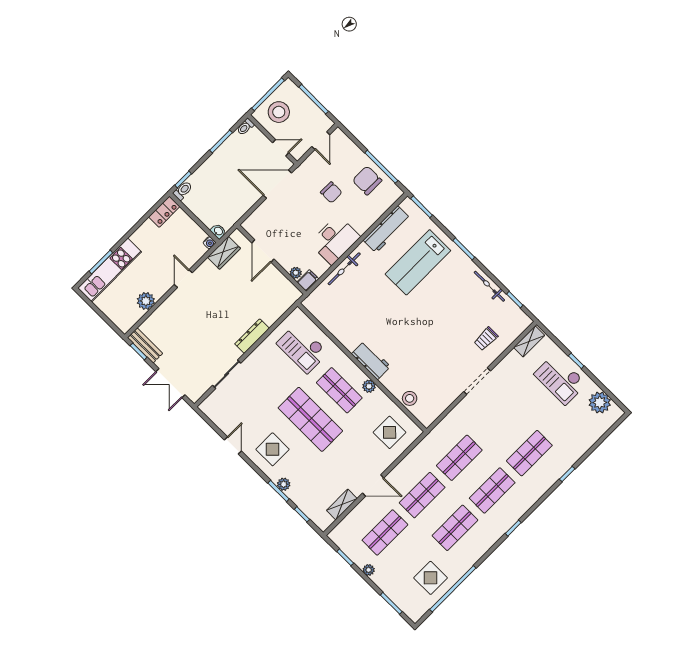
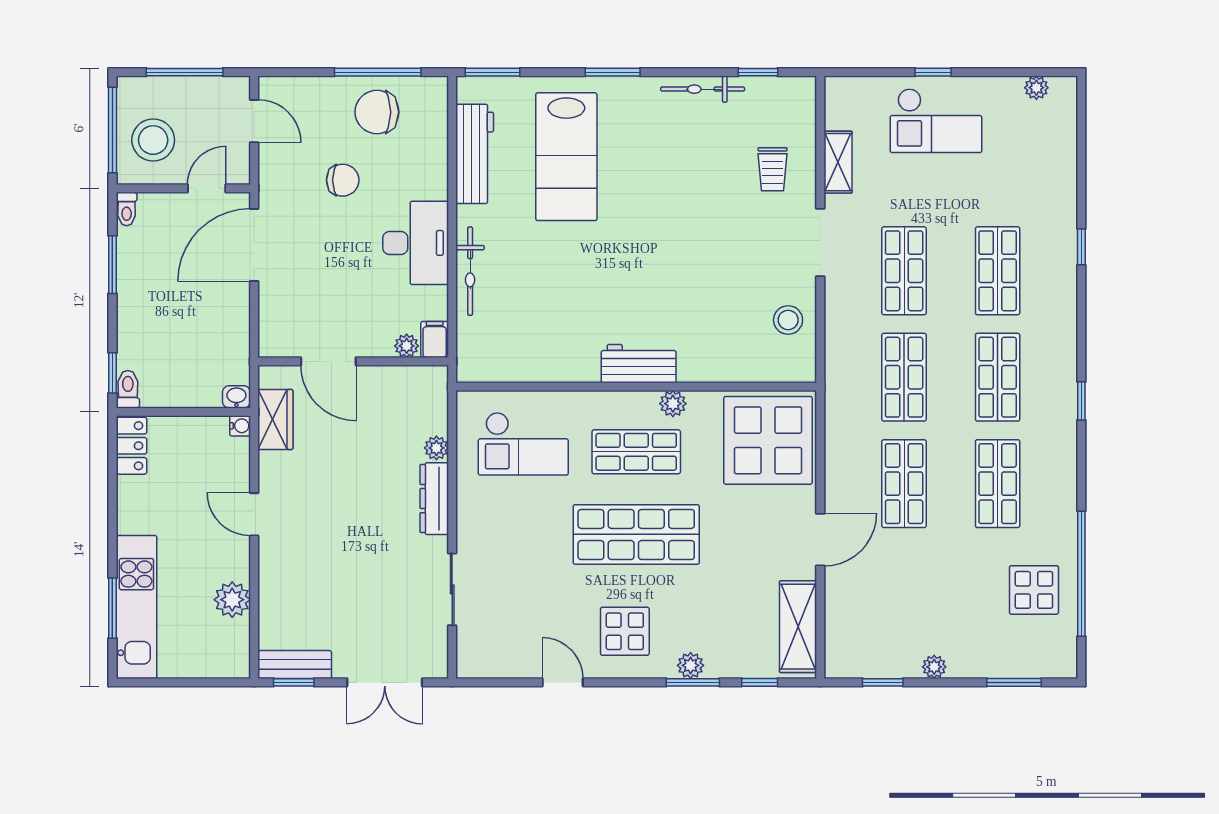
plant: (271, 319) -> (436, 448), added
shelving: (529, 341) -> (838, 162), moved
stool: (410, 398) -> (788, 320), moved
plant: (600, 402) -> (1036, 88), width x0.53, depth x0.53
display table: (390, 432) -> (768, 440), width x1.86, depth x1.86
shelving: (342, 505) -> (798, 627), width x1.50, depth x1.33
shop shelf: (385, 532) -> (904, 271), moved

